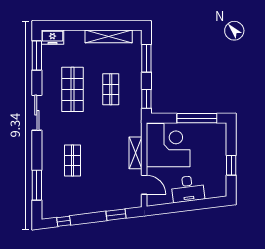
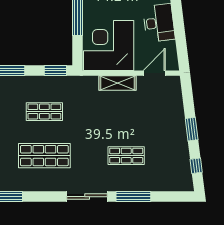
sliding door: (37, 113) -> (87, 197), moved
window: (37, 185) -> (133, 197), moved
window: (116, 215) -> (192, 129), moved

